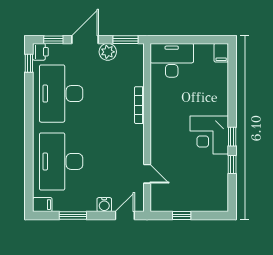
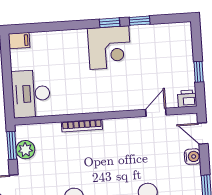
plant: (108, 52) -> (25, 150), moved
printer: (158, 203) -> (187, 99), added

